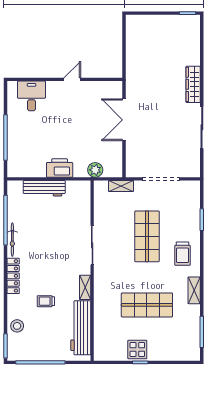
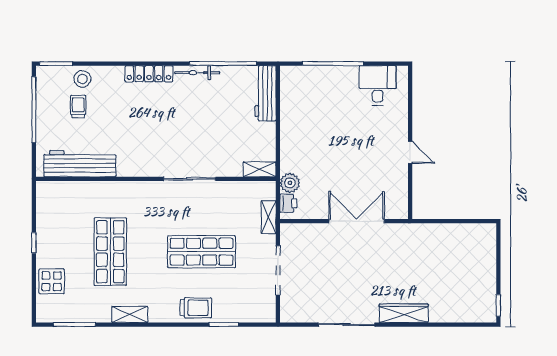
desk: (32, 96) -> (378, 85), moved, turned -90
printer: (60, 168) -> (288, 203), moved, width x0.53, depth x0.68
workbench: (44, 188) -> (266, 93), moved
trolley: (183, 254) -> (196, 308), moved, turned 180
shelving: (85, 287) -> (260, 169), moved
trolley: (46, 301) -> (78, 106), moved
display table: (137, 350) -> (52, 281), moved

